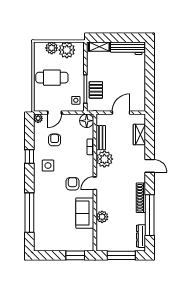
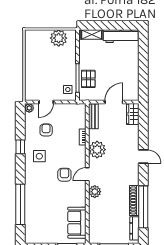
plant: (52, 48) -> (43, 36), removed
cafe table: (52, 78) -> (43, 66), removed
floor lamp: (87, 121) -> (79, 110), removed
wardrobe: (139, 135) -> (133, 114), moved
bench: (101, 138) -> (93, 116), moved
shoe rack: (141, 198) -> (134, 200), moved
sofa: (85, 213) -> (77, 223), moved
plant: (102, 217) -> (95, 192), moved

